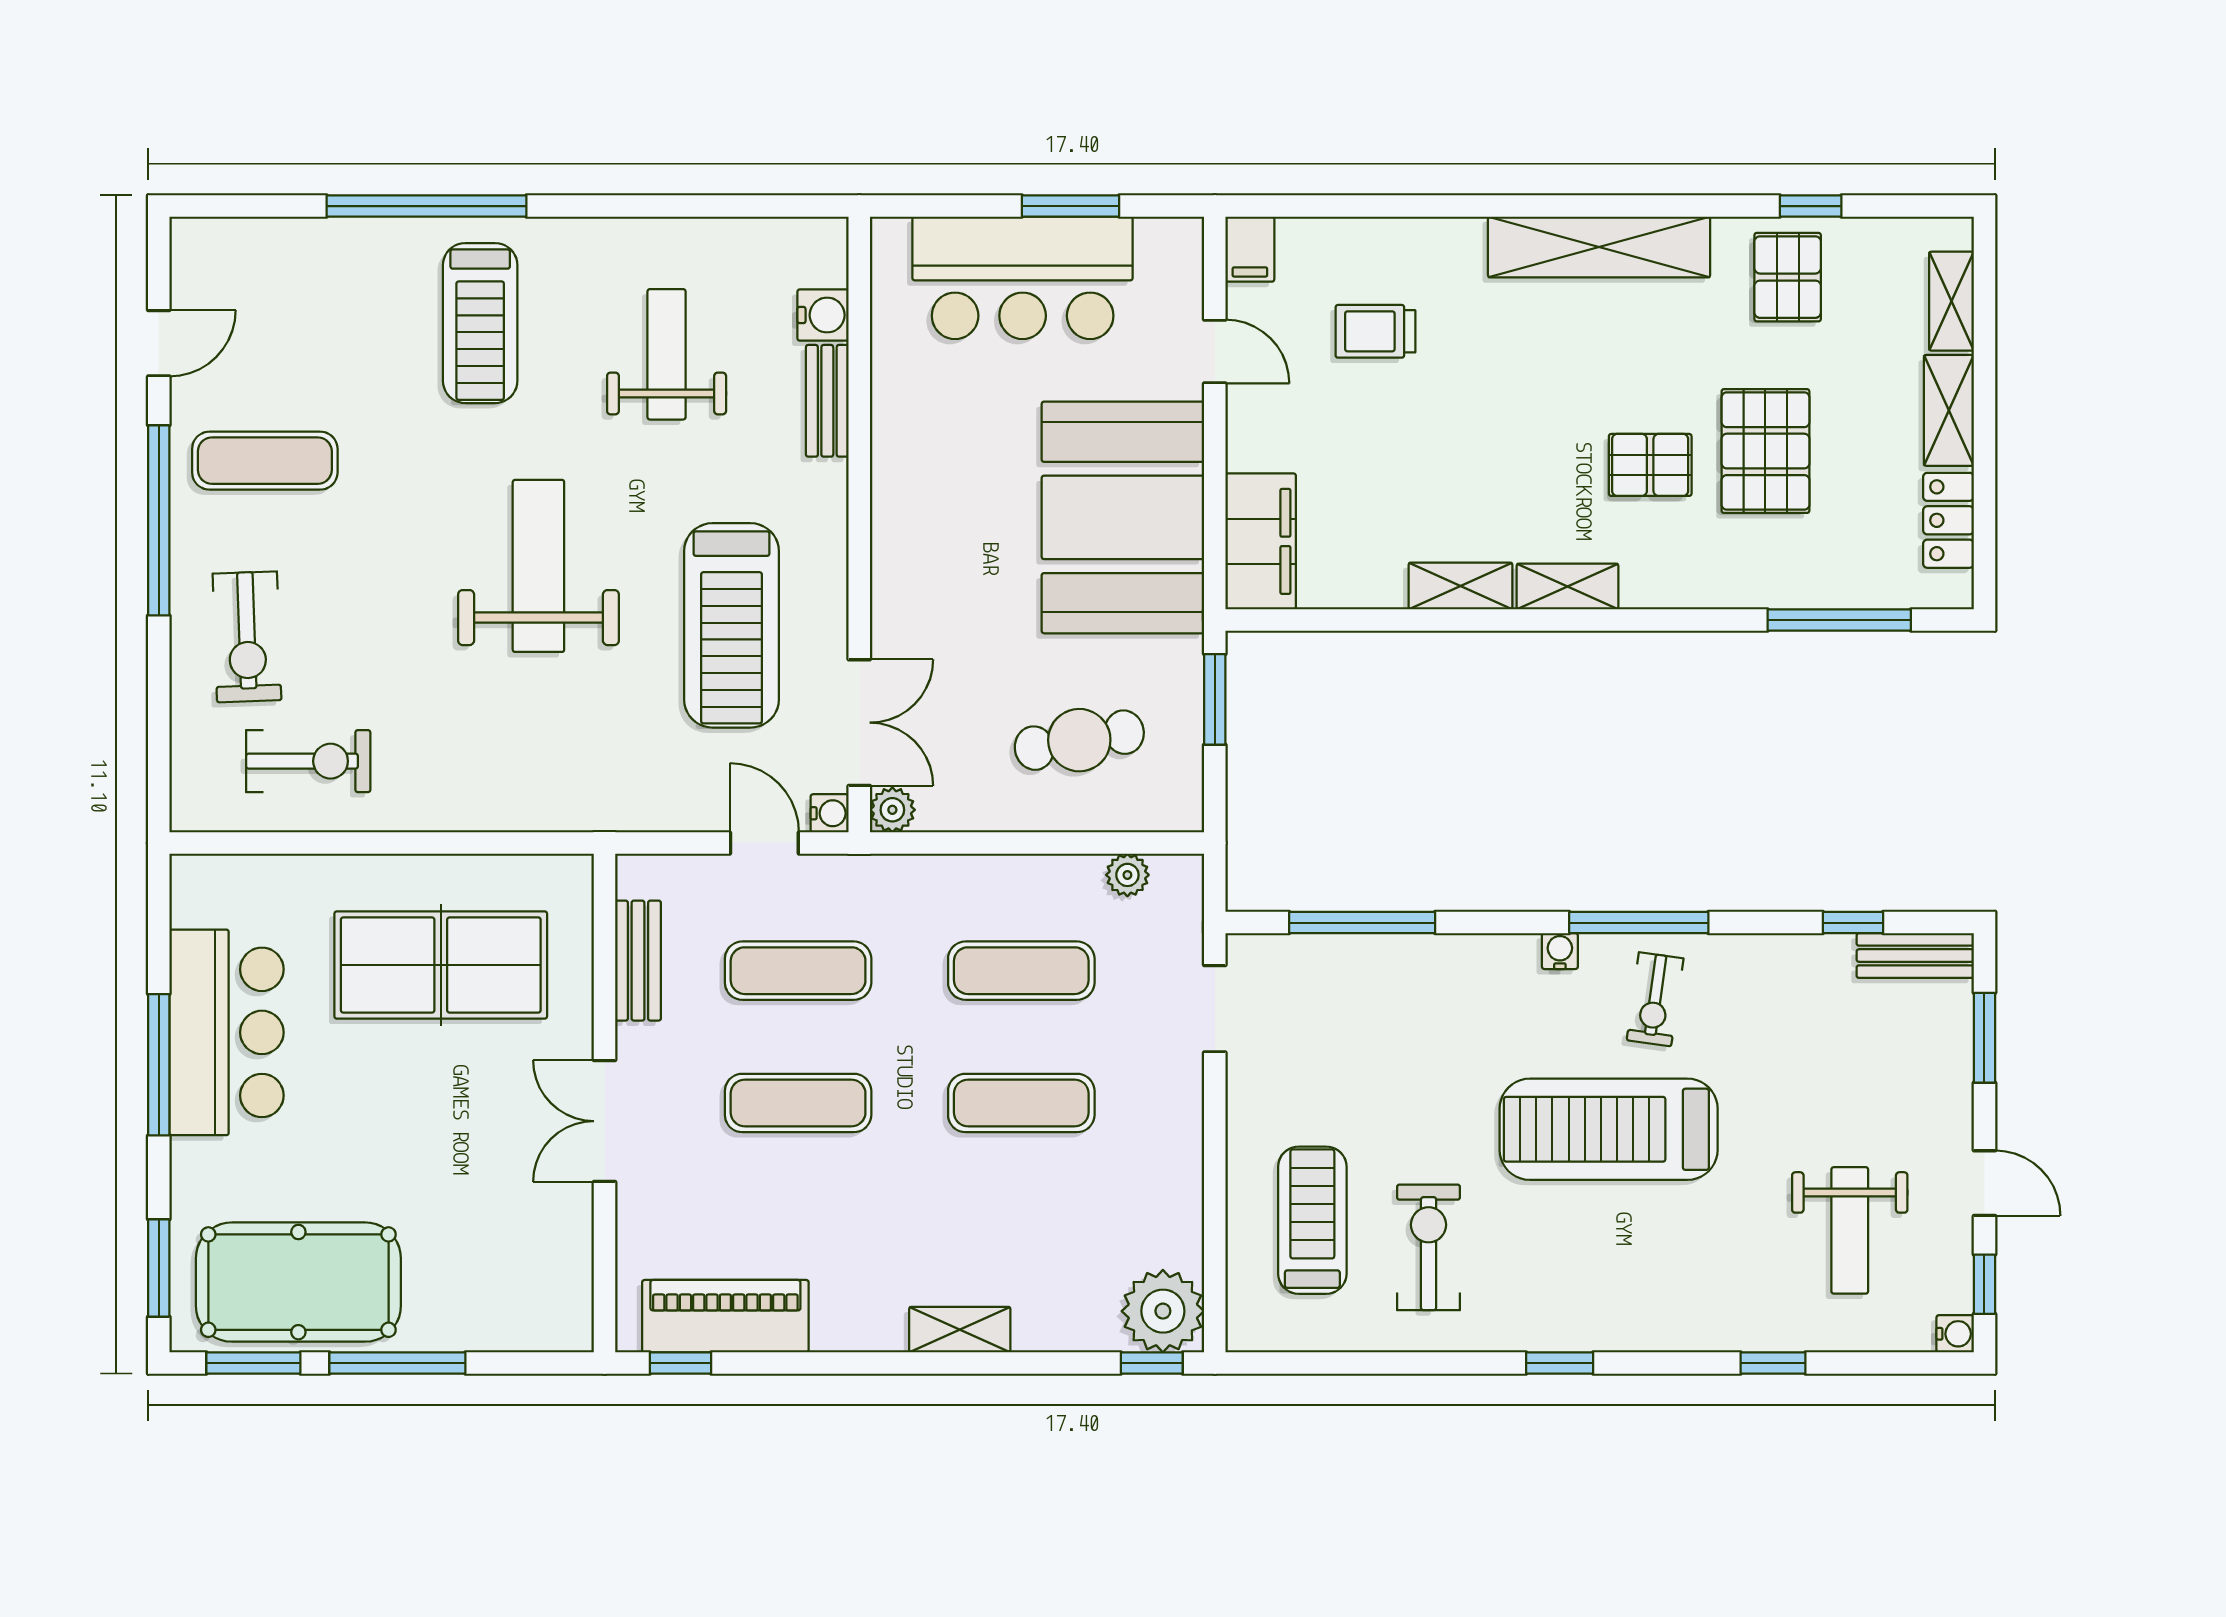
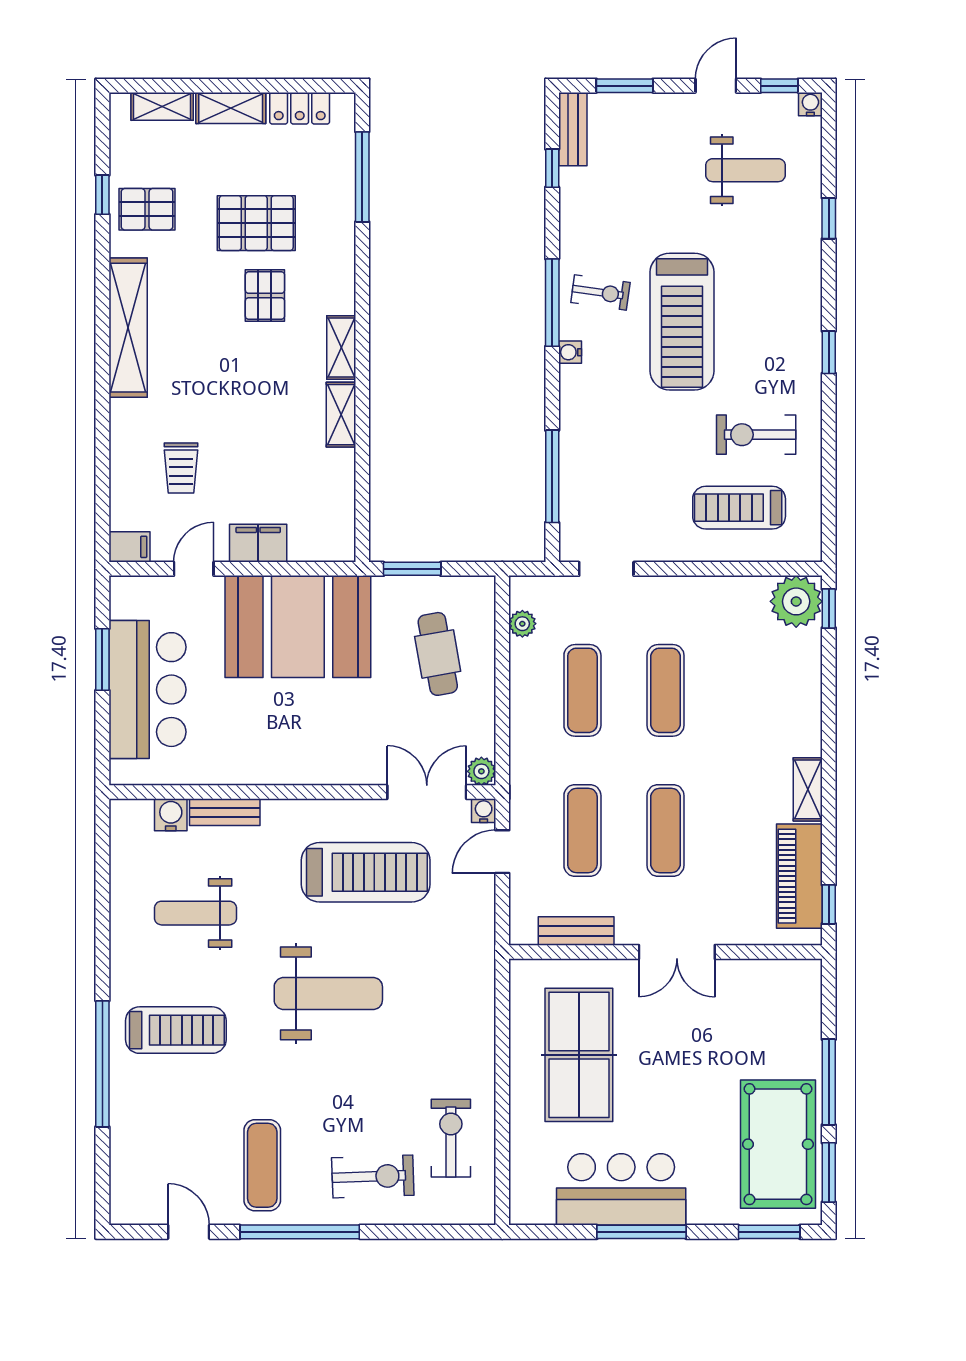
filing cabinet: (1261, 541) -> (258, 543), moved, width x0.67, depth x0.86
weight bench: (538, 566) -> (328, 993), turned 180
shelving: (960, 1330) -> (808, 789), moved

